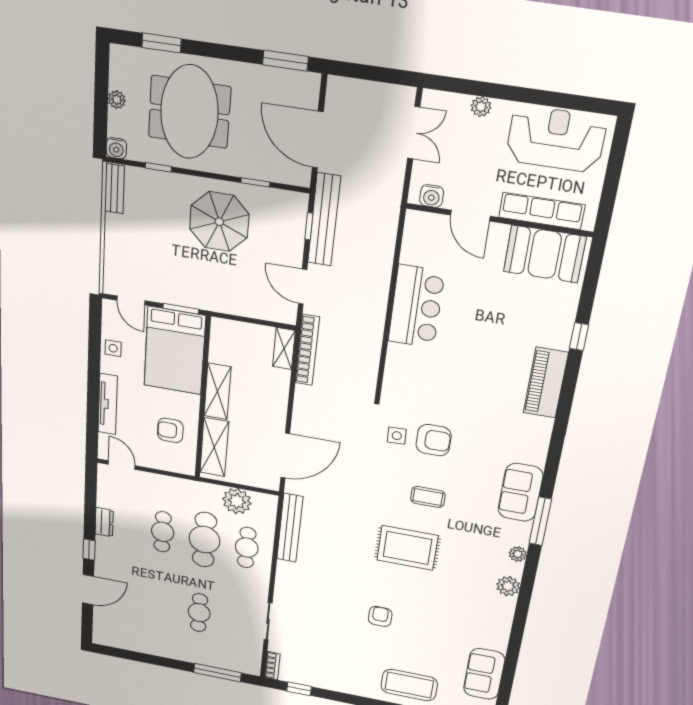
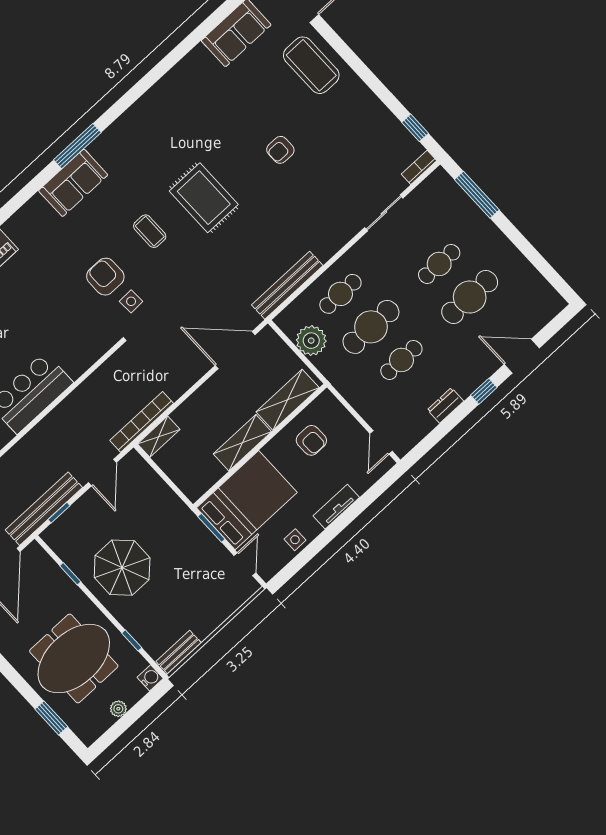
tv unit: (108, 404) -> (336, 507), width x0.71
plant: (518, 554) -> (118, 129), removed
plant: (508, 586) -> (149, 104), removed
cafe table: (158, 605) -> (470, 297), added

